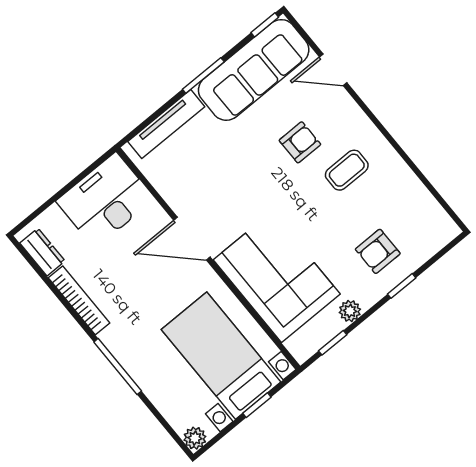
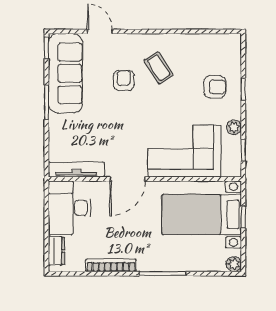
door: (333, 70) -> (100, 31), swing flipped
tv unit: (166, 124) -> (76, 170), moved, turned -90
coffee table: (347, 170) -> (159, 68), turned -32
armchair: (378, 251) -> (215, 87), turned -90
dresser: (42, 252) -> (57, 251), moved, turned 90

